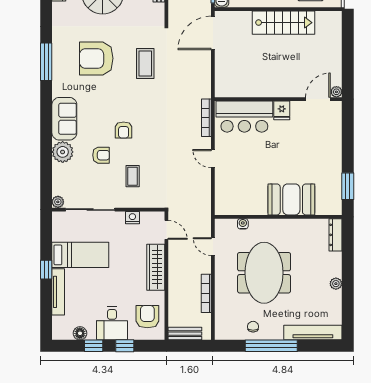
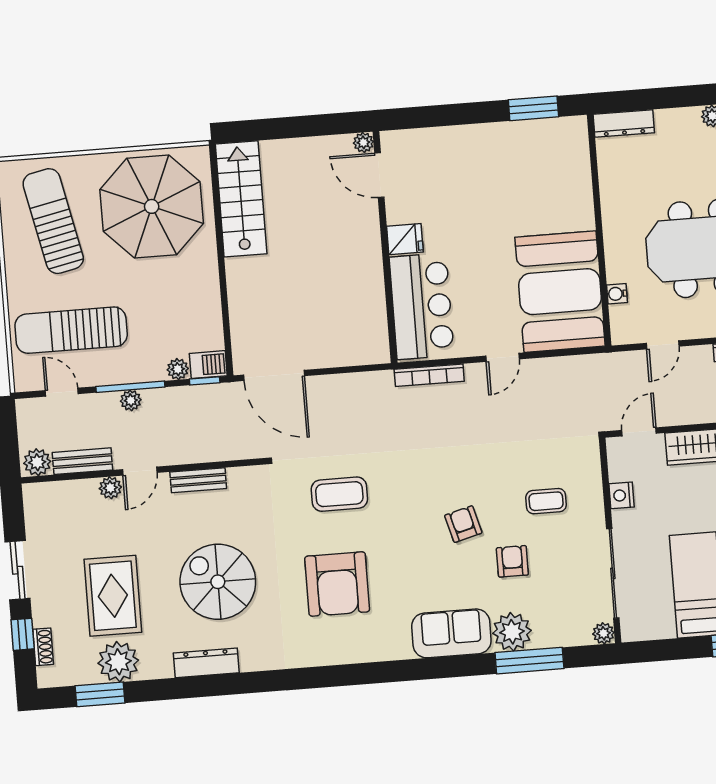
stairs: (283, 23) -> (241, 199), moved
window: (46, 62) -> (529, 661), moved
armchair: (124, 130) -> (463, 524), turned -105
booth: (291, 199) -> (560, 292), moved, width x1.36, depth x1.42

